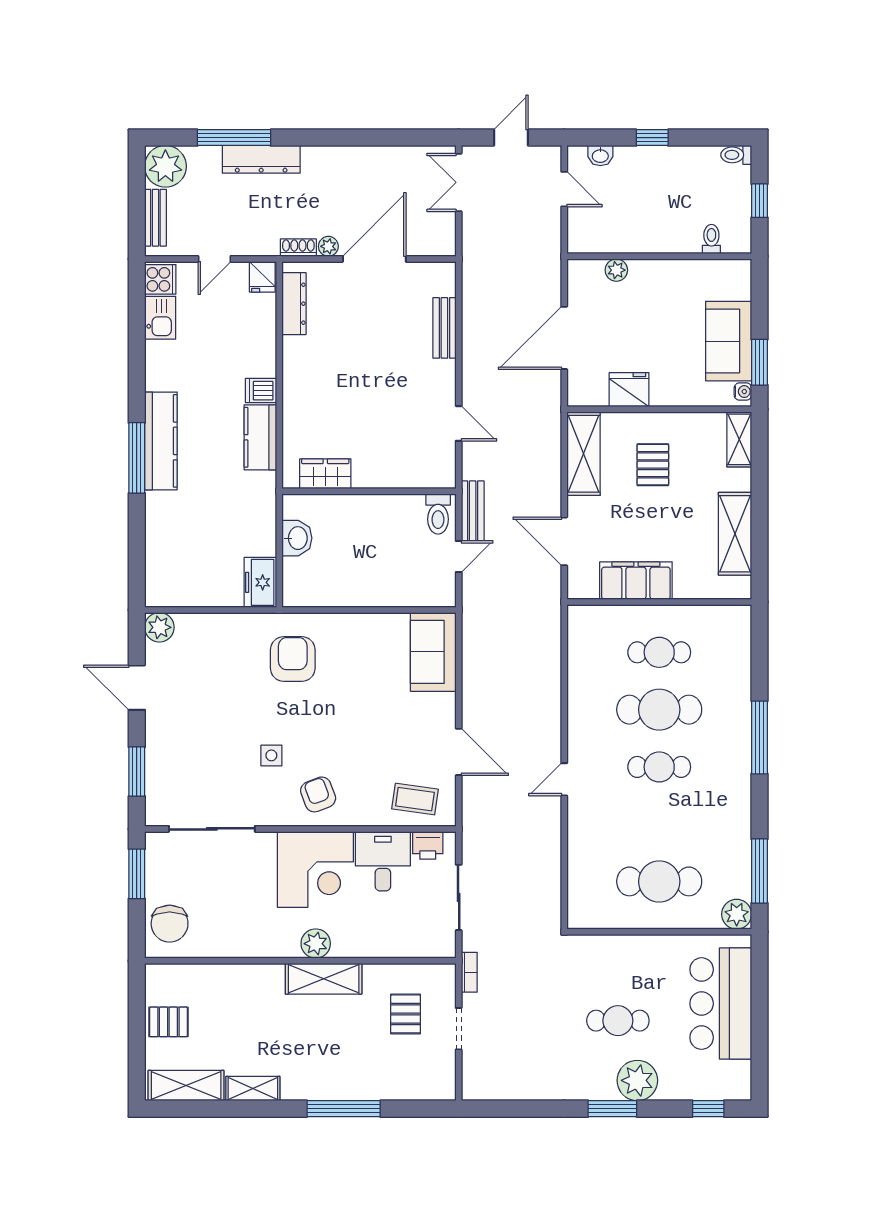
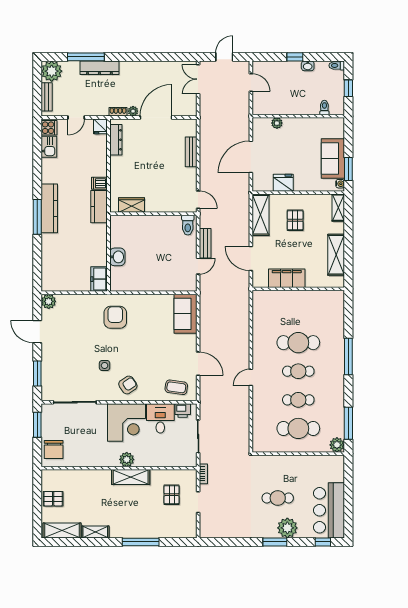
washbasin: (600, 156) -> (308, 66), moved
wardrobe: (325, 474) -> (131, 205), moved
wall: (369, 491) -> (153, 214), moved
toilet: (438, 514) -> (188, 225), moved
cafe table: (659, 652) -> (298, 400), moved
armchair: (318, 794) -> (128, 385), turned 77
bar counter: (721, 1004) -> (329, 510), moved

